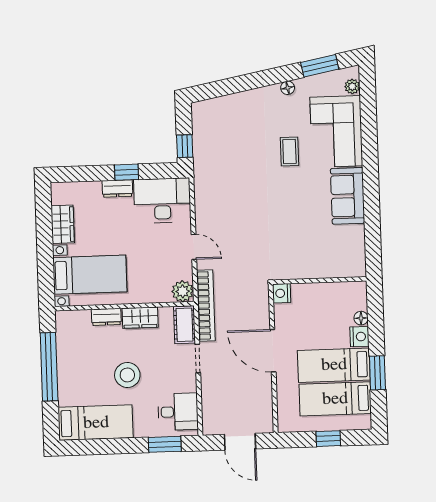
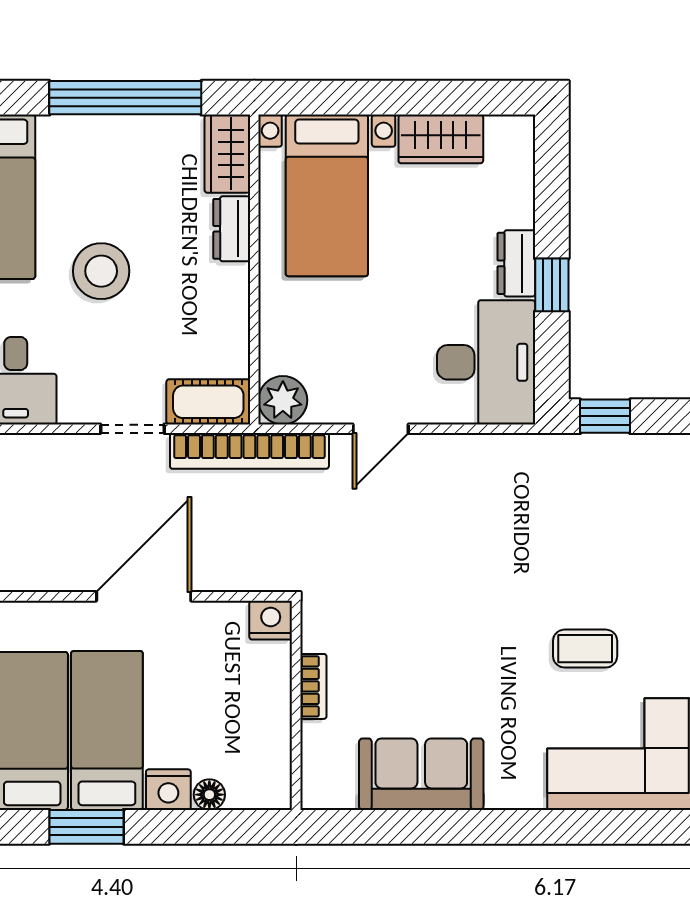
sofa: (348, 196) -> (421, 774), moved
bookcase: (311, 273) -> (313, 686), added
wardrobe: (140, 318) -> (227, 154), moved

